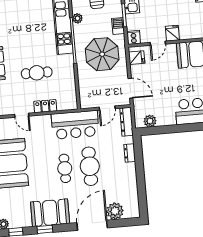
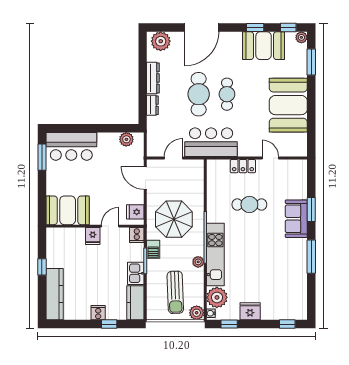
dresser: (127, 122) -> (153, 78), moved
plant: (115, 211) -> (161, 41), moved
booth: (50, 213) -> (264, 46), moved

